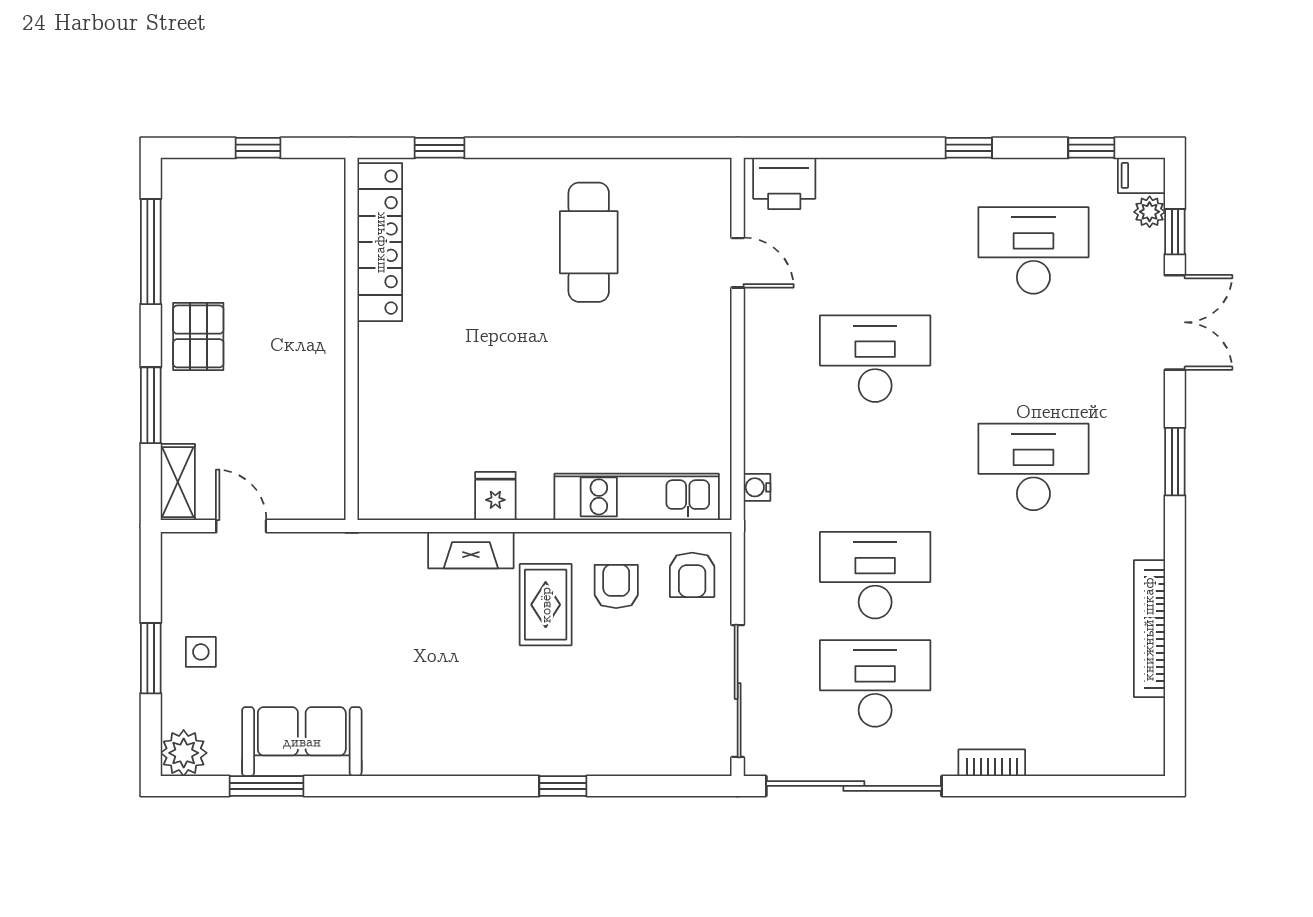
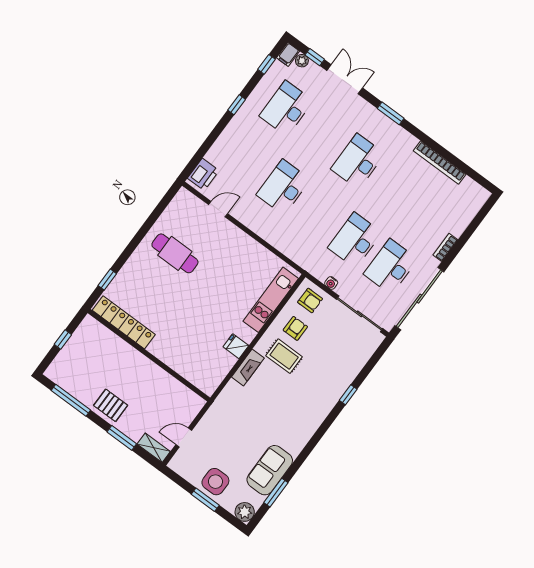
water cooler: (757, 487) -> (331, 283), moved
armchair: (616, 586) -> (295, 328), turned 90
side table: (201, 652) -> (215, 482), width x1.87, depth x1.87

